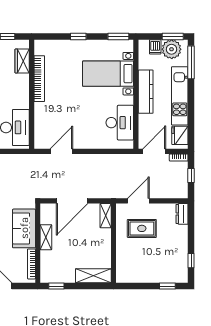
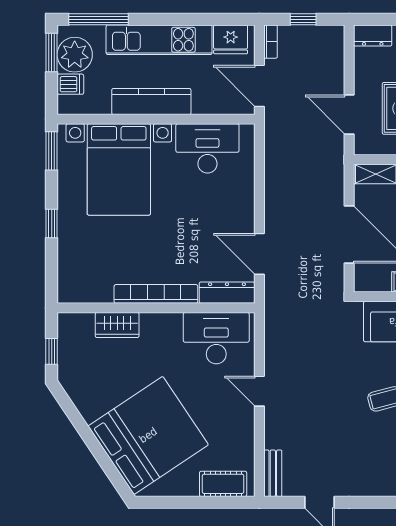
wardrobe: (22, 61) -> (117, 325), moved
bed with nightstands: (108, 74) -> (119, 169), width x1.36
bookcase: (39, 79) -> (156, 294), moved
dresser: (40, 133) -> (227, 293), added

